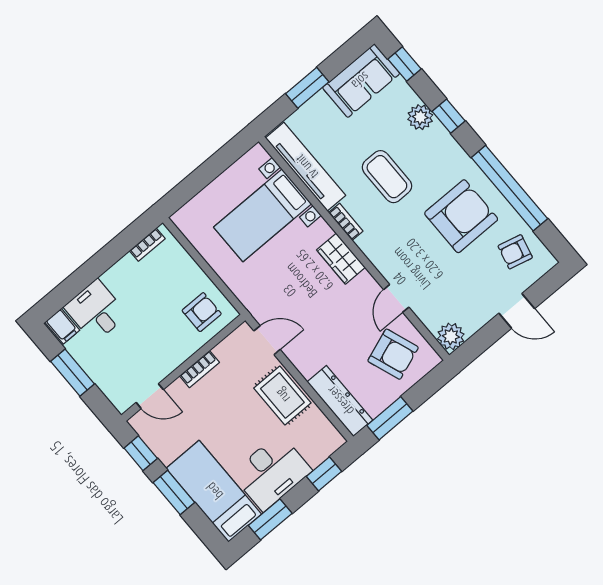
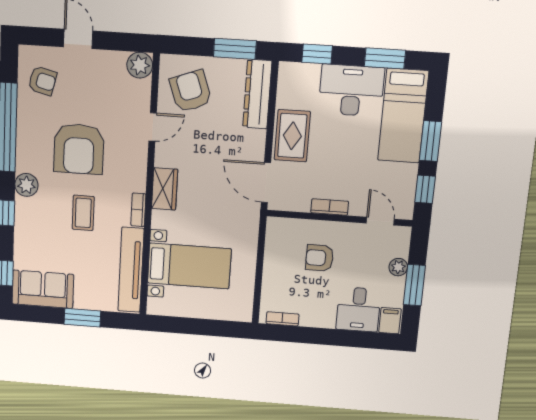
plant: (420, 117) -> (26, 185), moved
coffee table: (387, 177) -> (83, 213), width x0.73, depth x0.77
armchair: (461, 216) -> (79, 149), moved, turned -90
armchair: (202, 312) -> (320, 258), moved
door: (267, 340) -> (266, 183), width x1.38
plant: (99, 374) -> (398, 267), added

